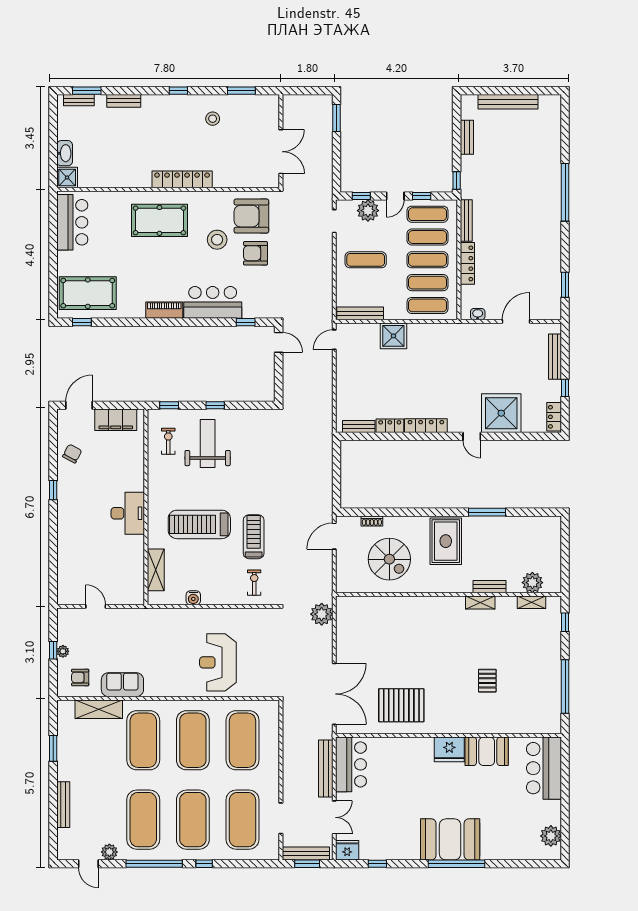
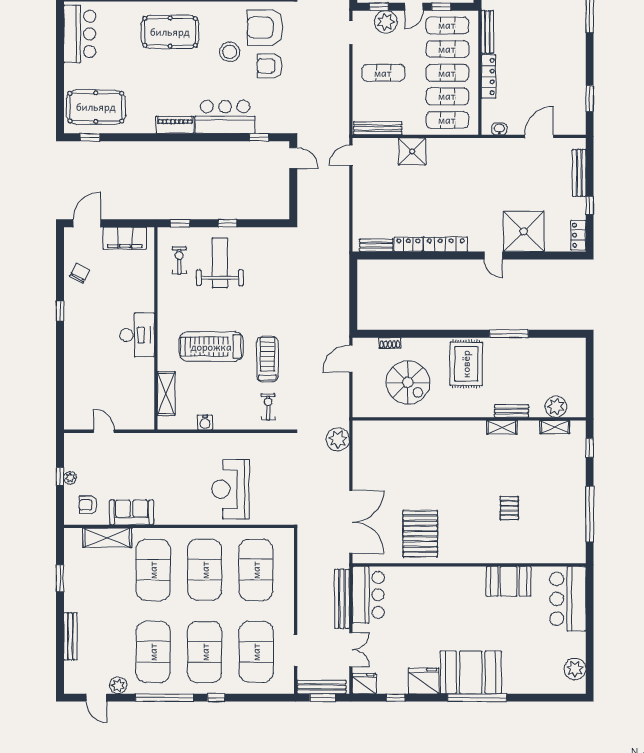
pallet: (401, 705) -> (420, 534), turned 90
fridge: (449, 749) -> (424, 681), moved, turned 180

